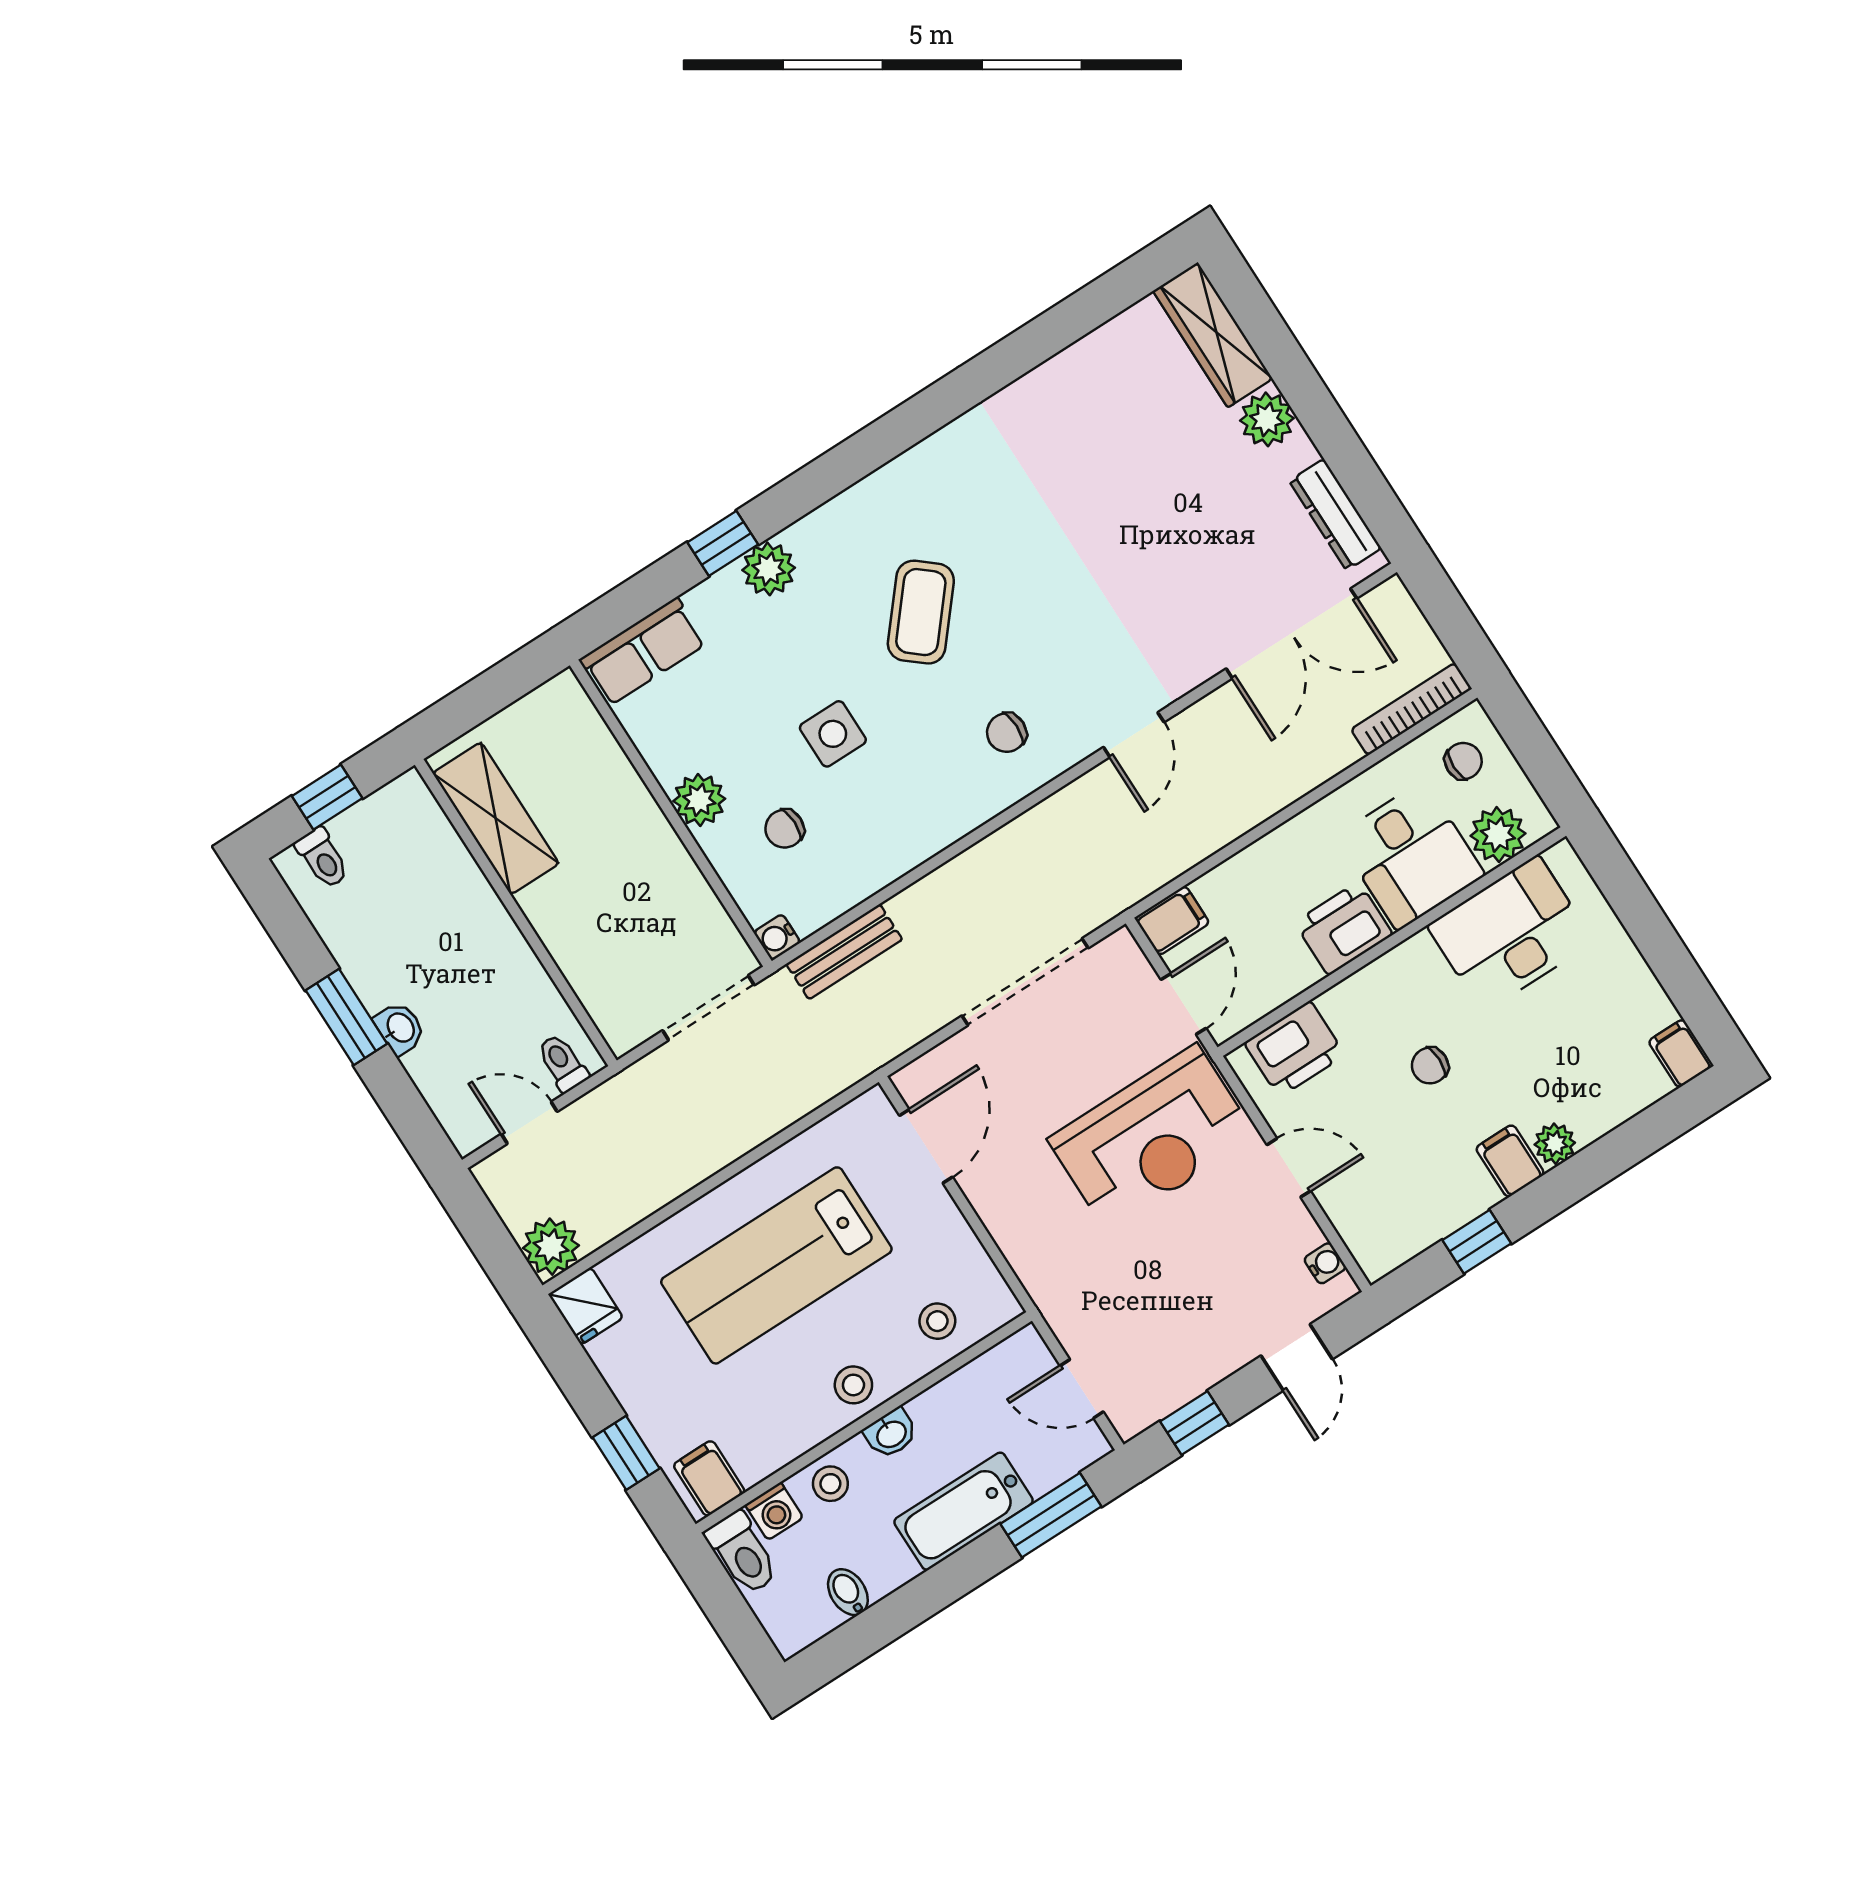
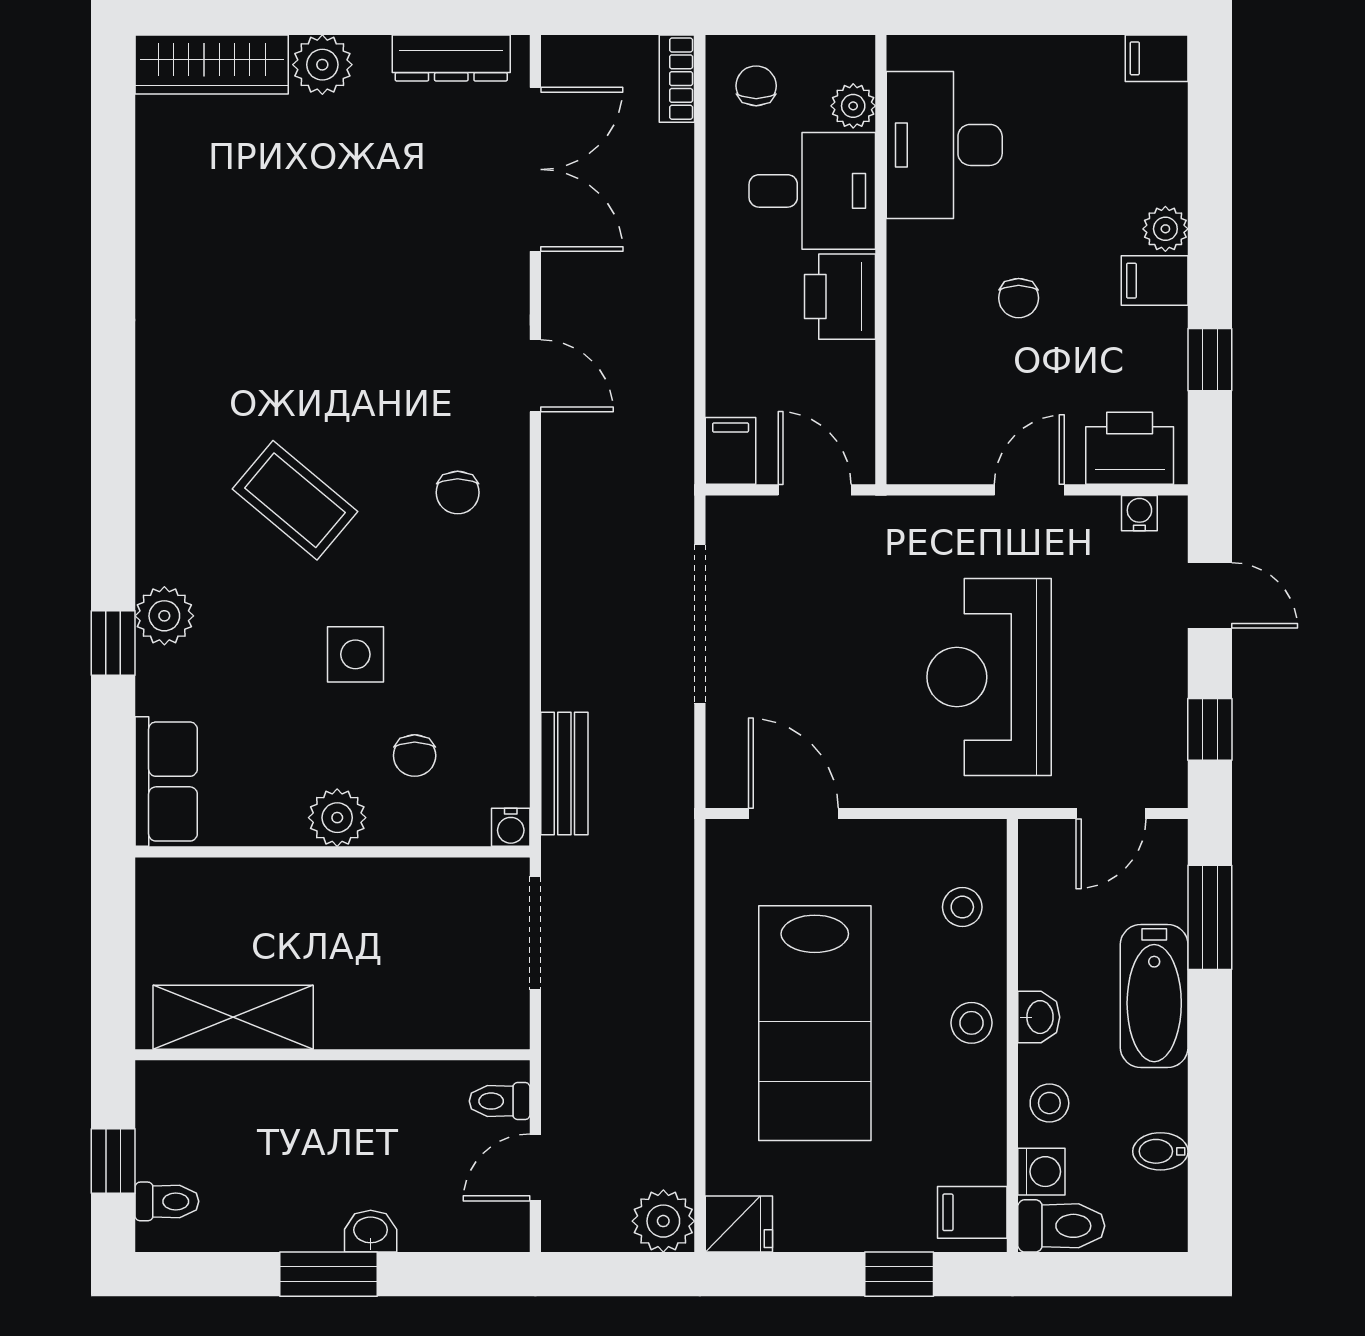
bookcase: (1411, 709) -> (677, 79), width x0.64
plant: (1498, 835) -> (853, 106), width x0.73, depth x0.73
printer: (1295, 1049) -> (1130, 448), moved, turned -90
reception desk: (1152, 1138) -> (989, 677), moved, turned 180

